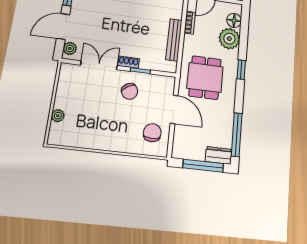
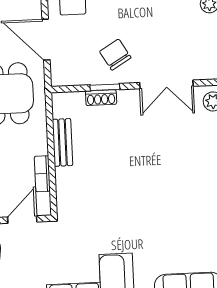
bench: (174, 40) -> (62, 142), width x0.73
shoe rack: (129, 62) -> (101, 98), moved

